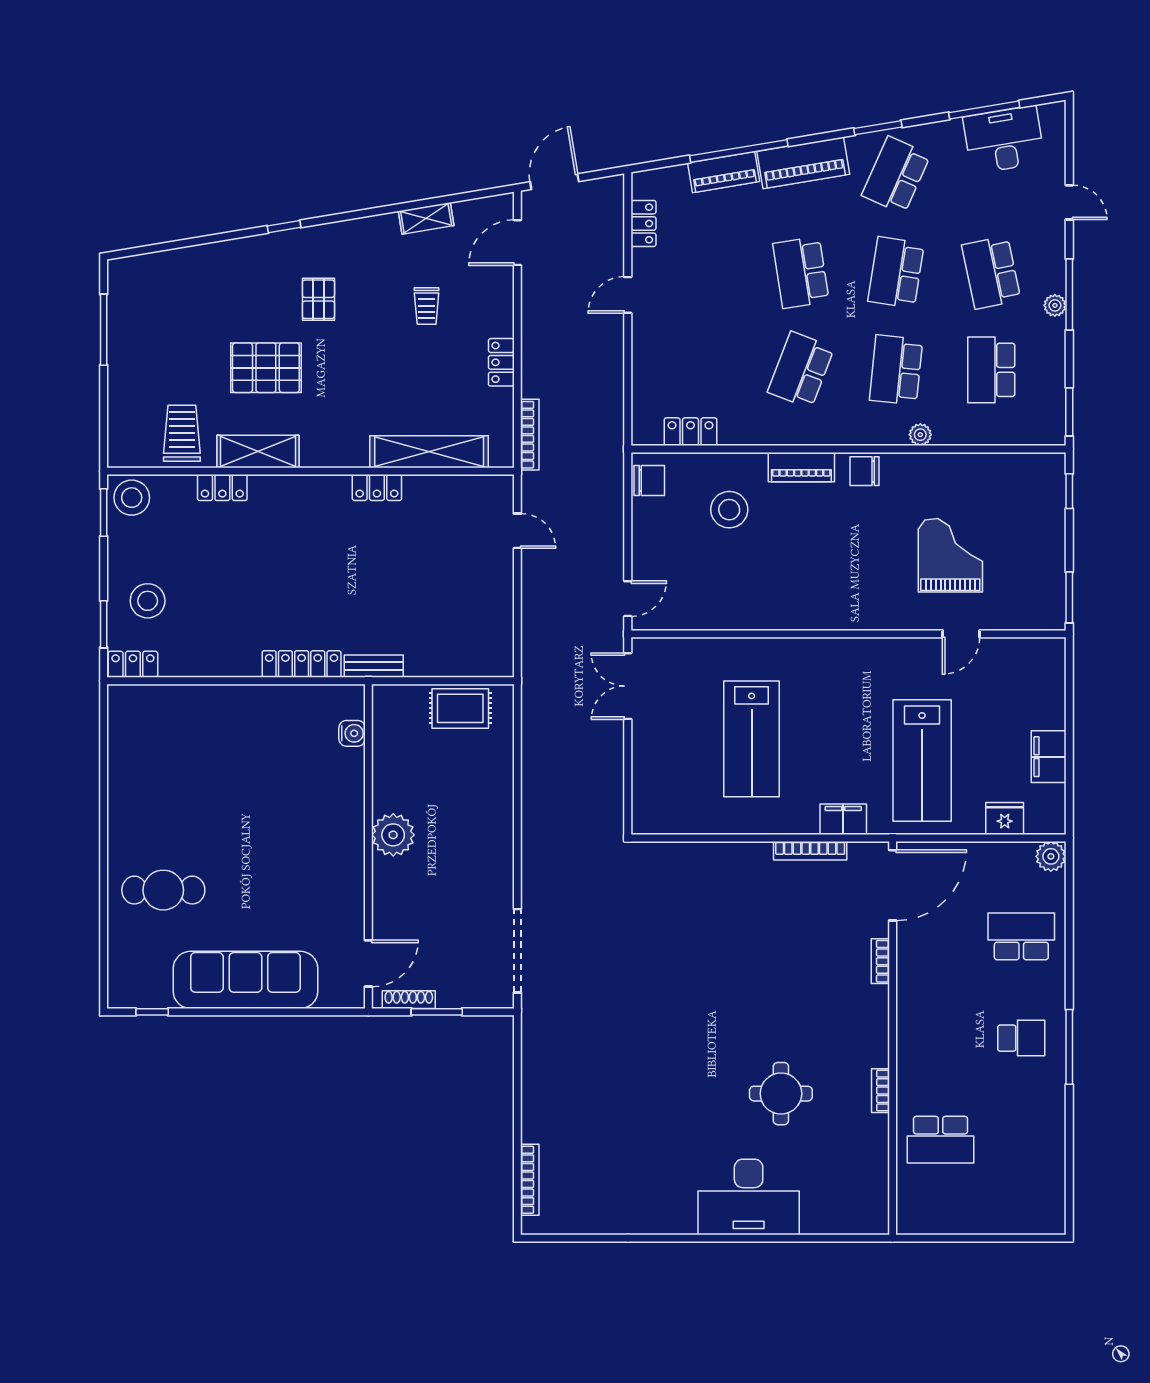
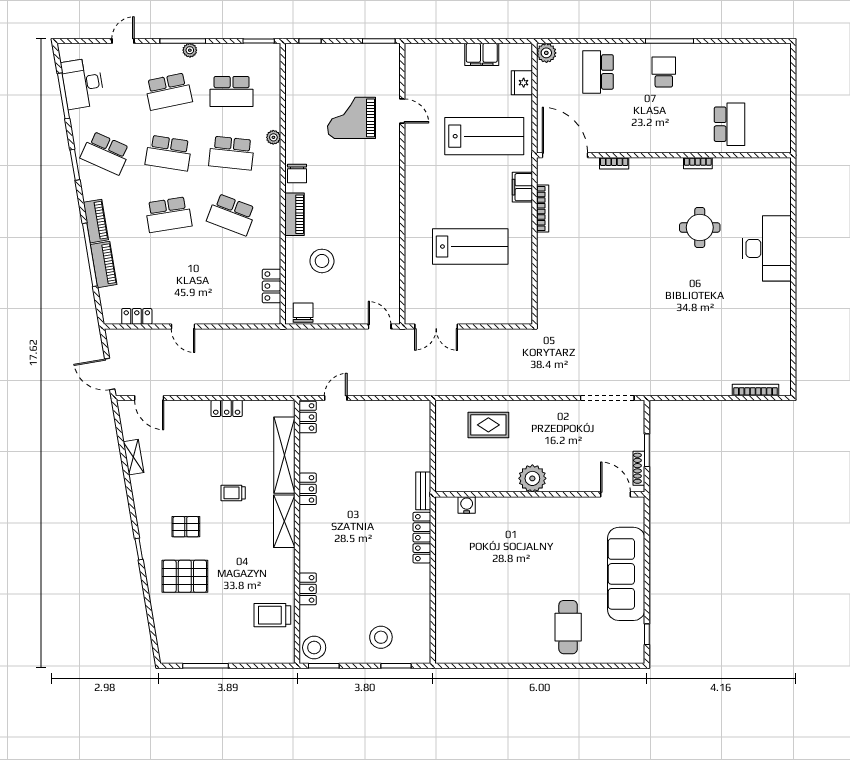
piano: (803, 163) -> (96, 221), width x0.73, depth x0.75
trolley: (427, 306) -> (233, 493), moved, turned 180
pallet: (266, 368) -> (185, 576), moved, turned 90
bookcase: (530, 435) -> (273, 390), removed
shelving: (258, 451) -> (284, 521), moved
locker: (133, 664) -> (308, 417), moved, turned 180
rug: (460, 708) -> (488, 425), moved, turned 90

